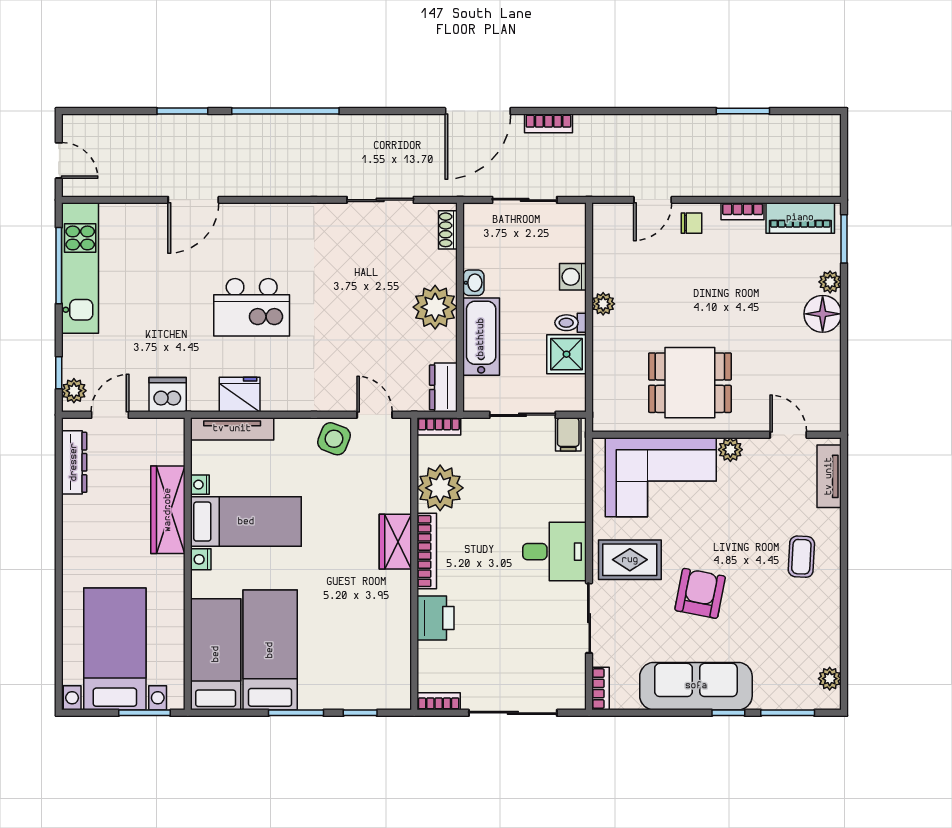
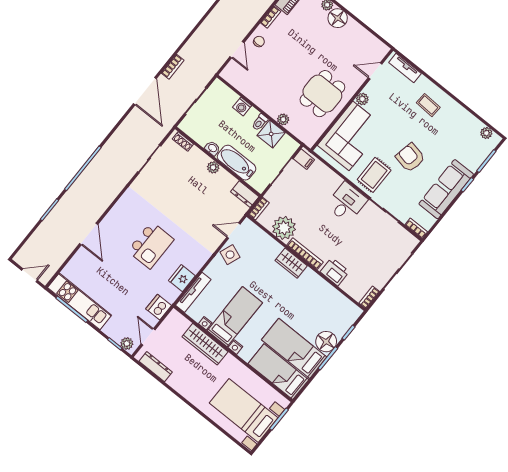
plant: (603, 304) -> (283, 119), moved
plant: (435, 307) -> (213, 167), width x0.53, depth x0.53
floor lamp: (319, 690) -> (326, 342), added

